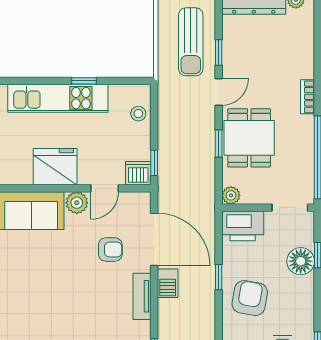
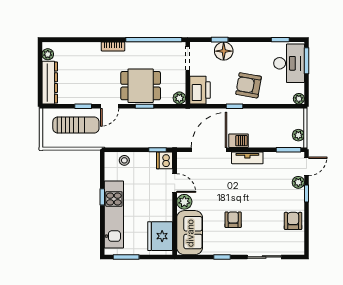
door: (219, 92) -> (110, 106), swing flipped
fridge: (55, 167) -> (160, 236), moved
armchair: (110, 250) -> (233, 220), moved

